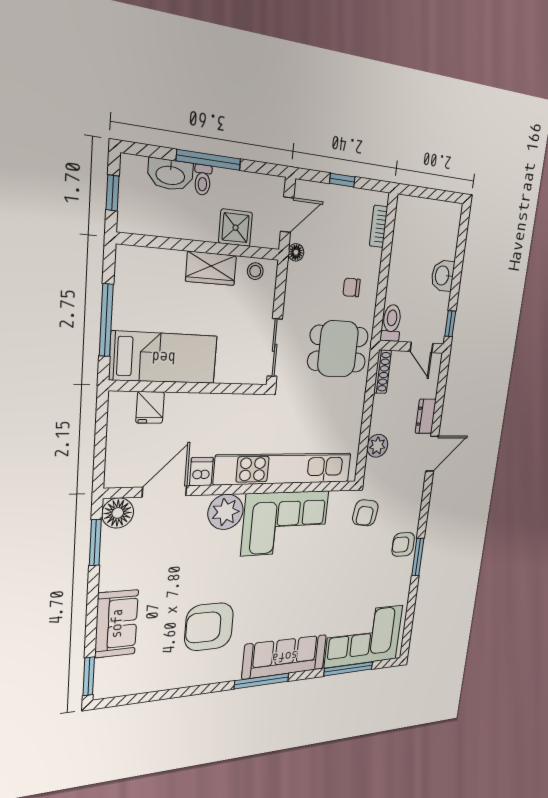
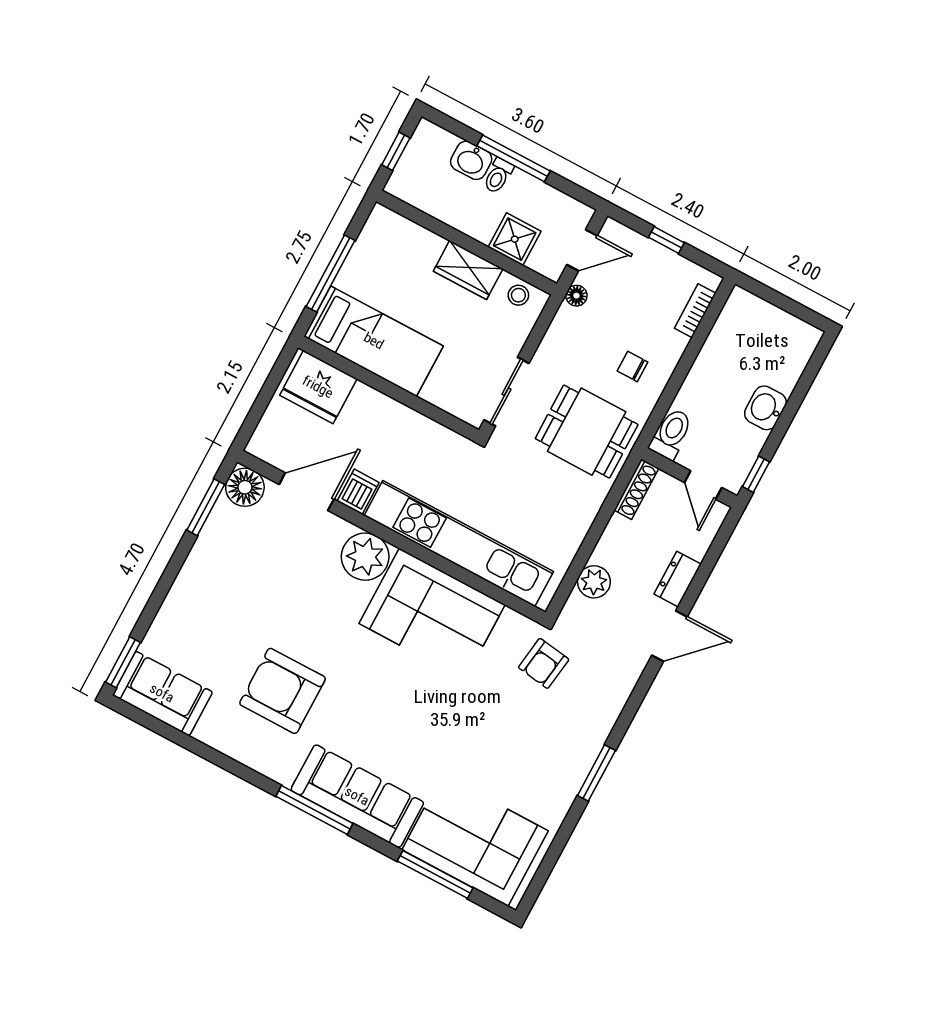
washbasin: (170, 175) -> (471, 160), width x0.72
fridge: (150, 407) -> (318, 387), width x1.88, depth x1.34
armchair: (403, 544) -> (581, 741), removed
sofa: (116, 624) -> (162, 693), moved, turned -90

